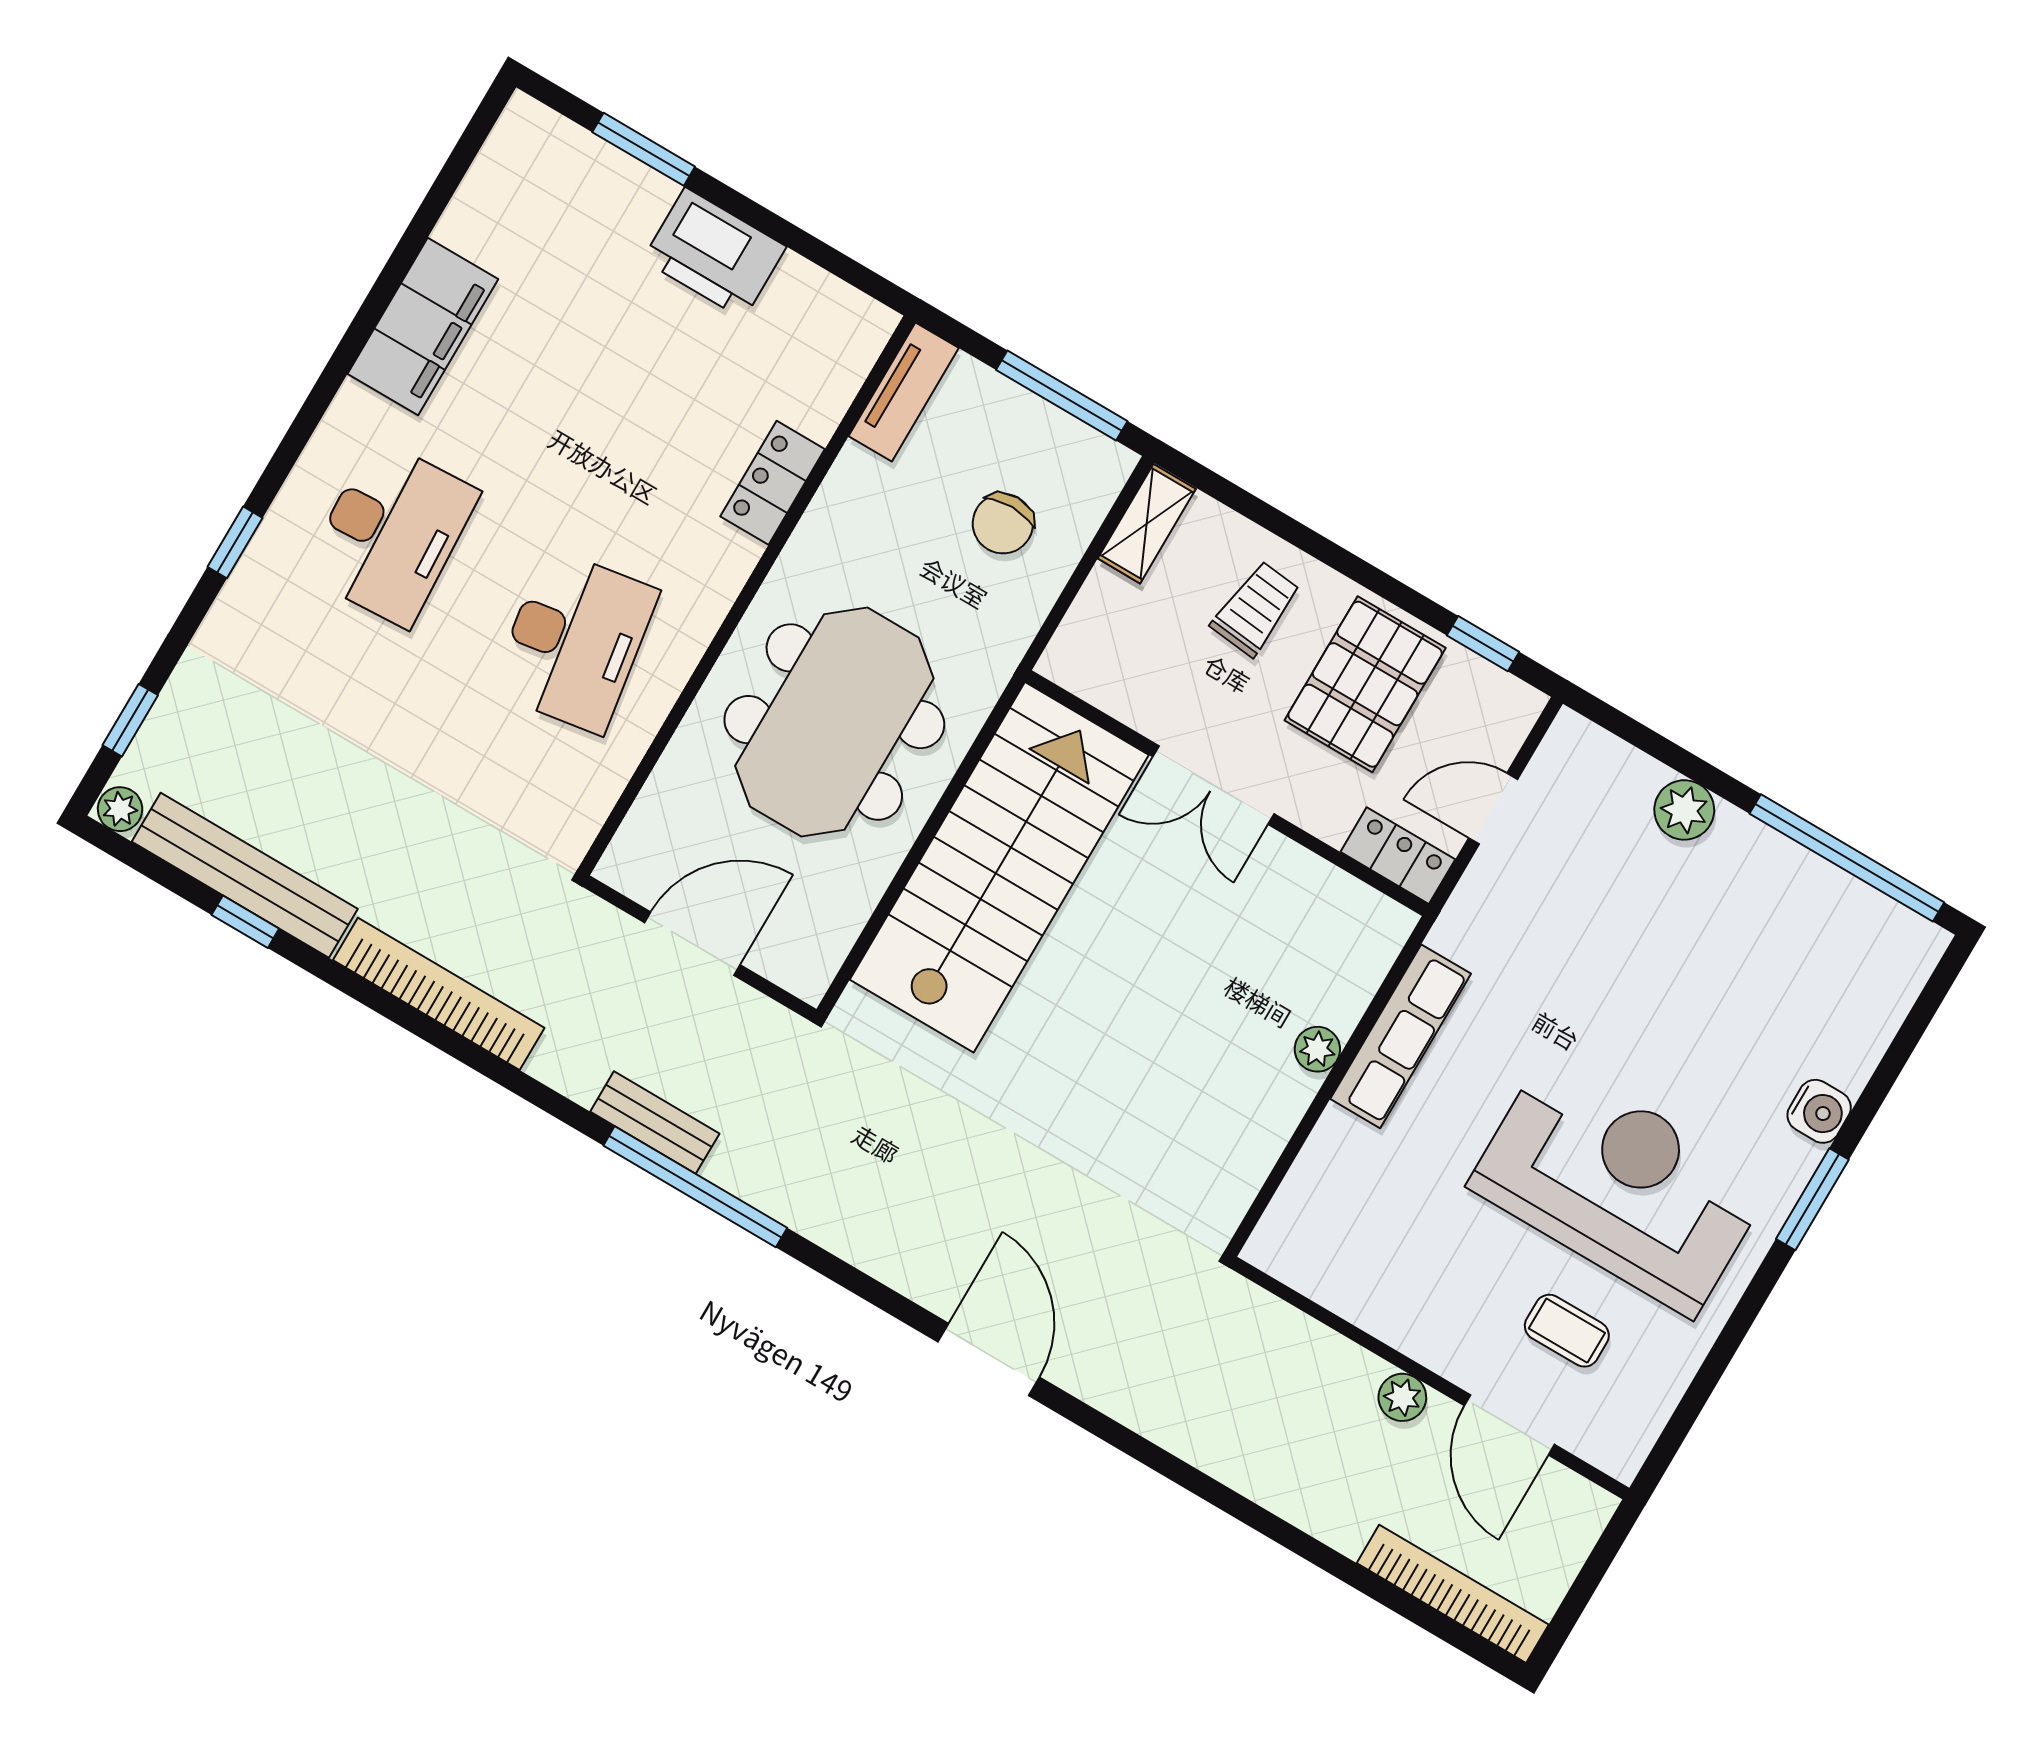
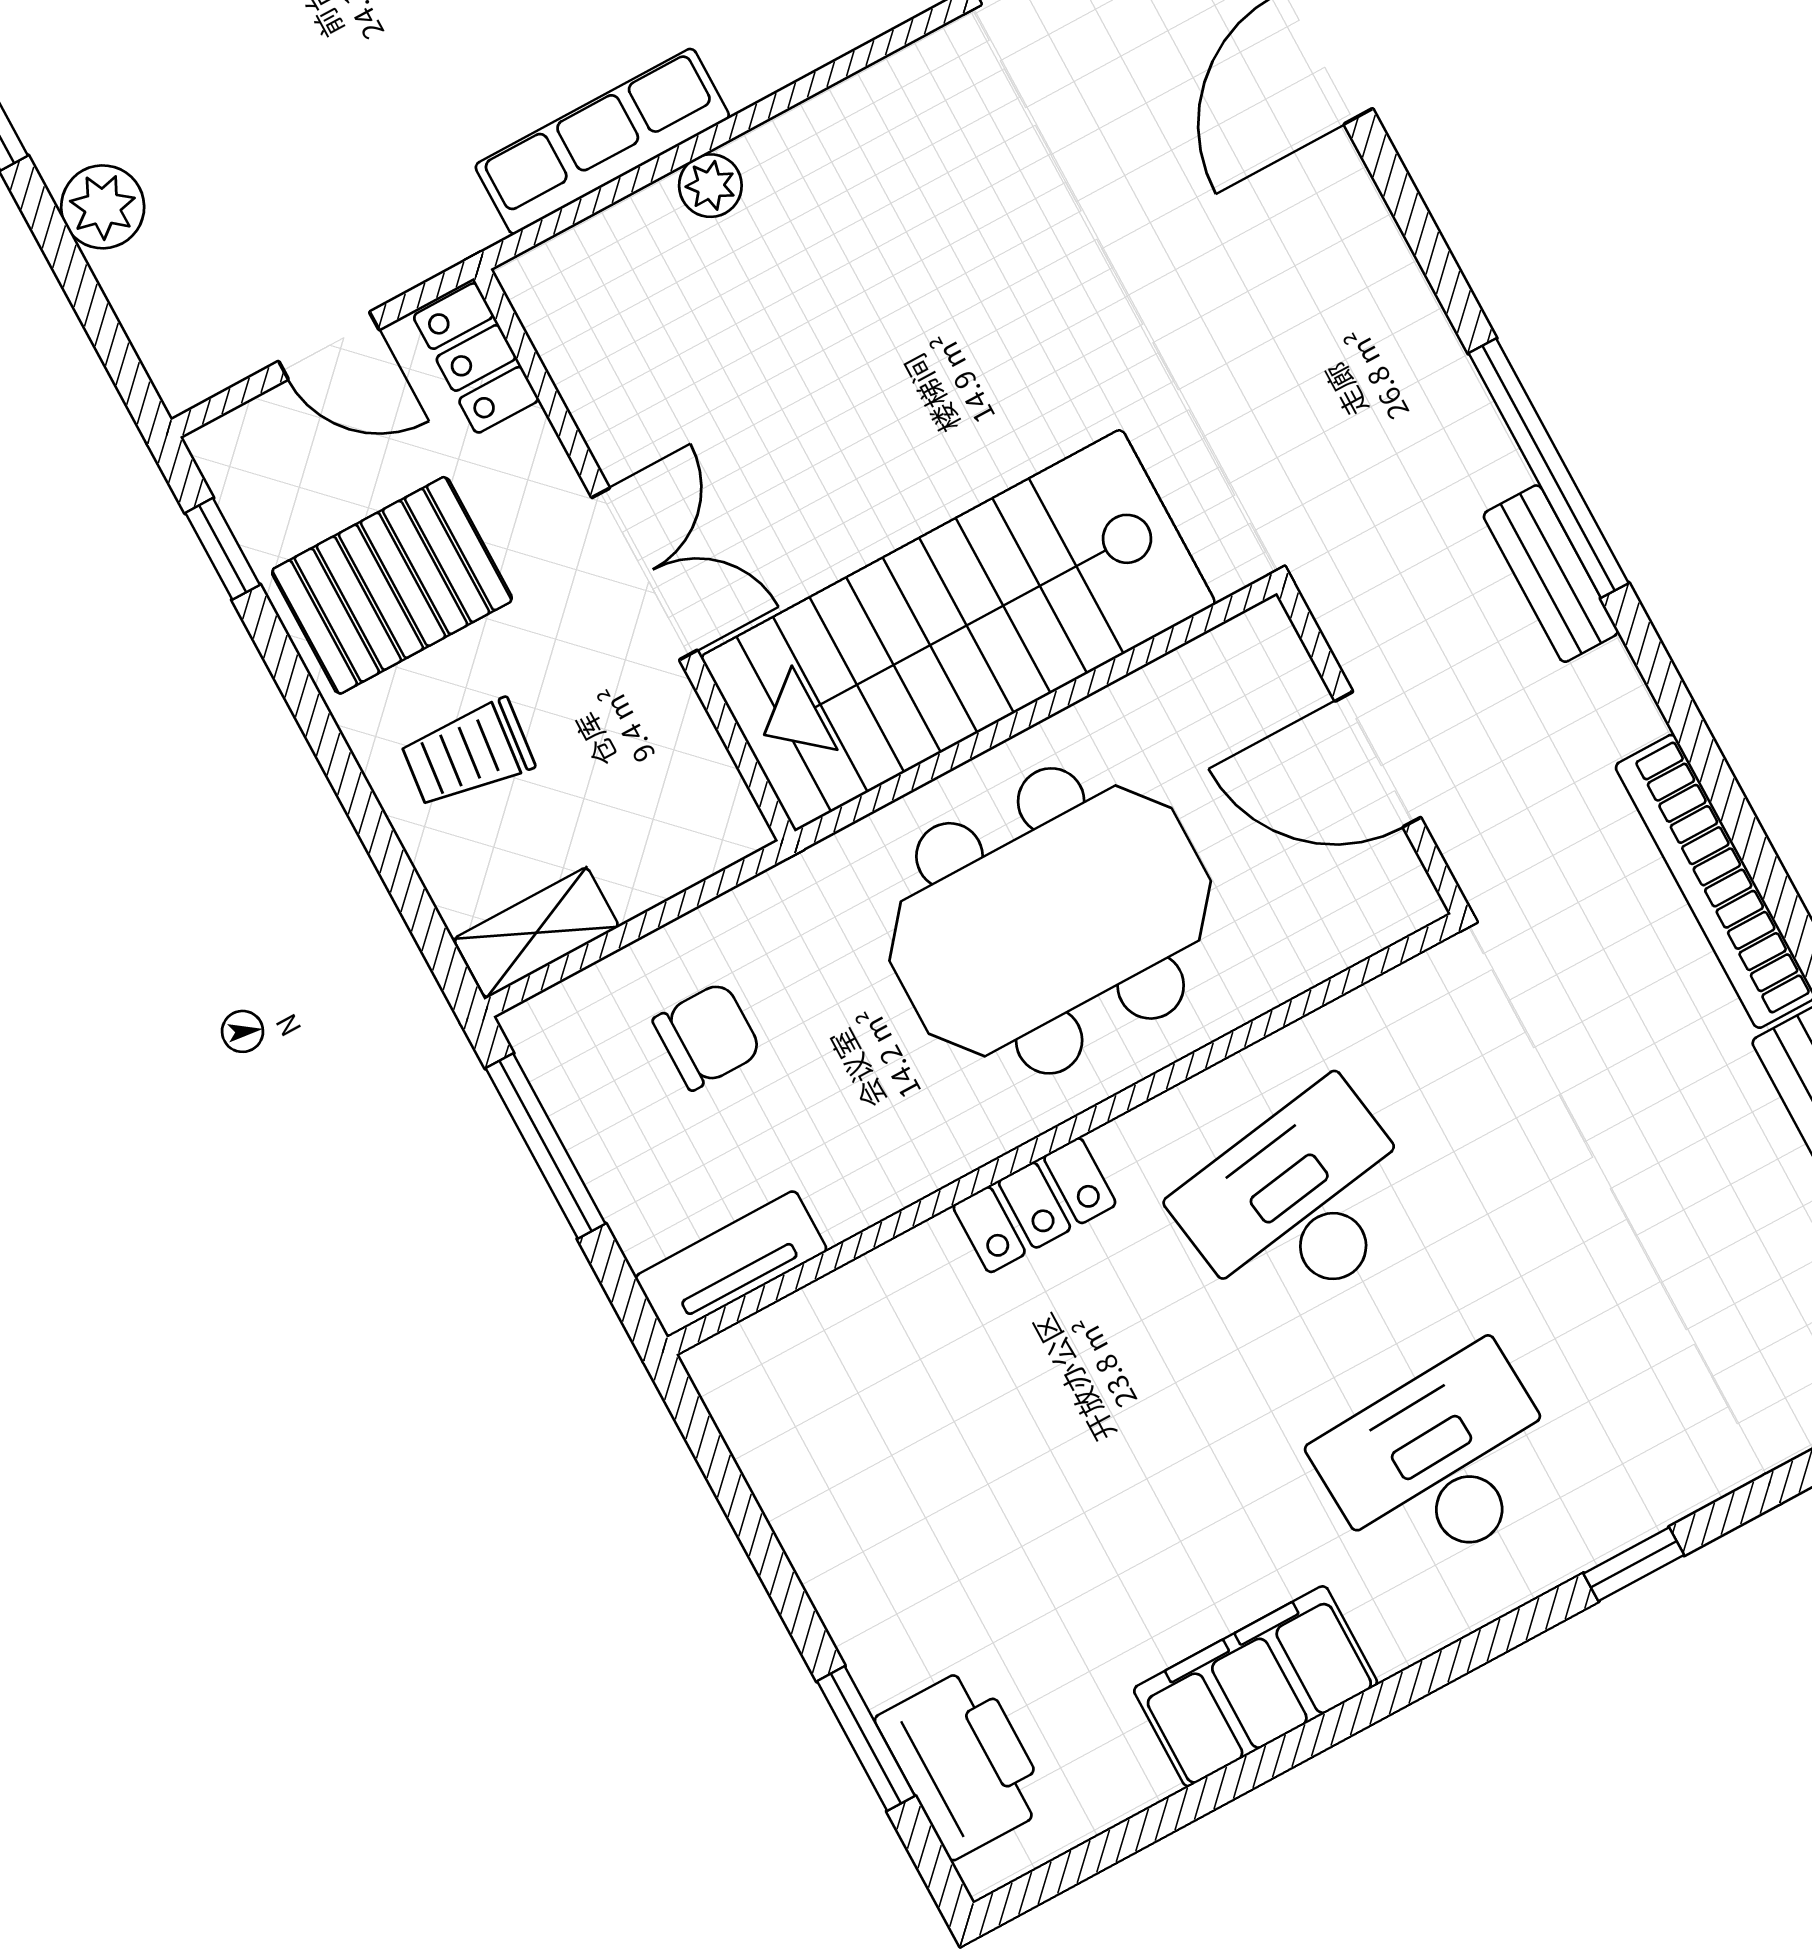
printer: (714, 253) -> (964, 1762), moved
locker: (773, 483) -> (1035, 1205), moved

